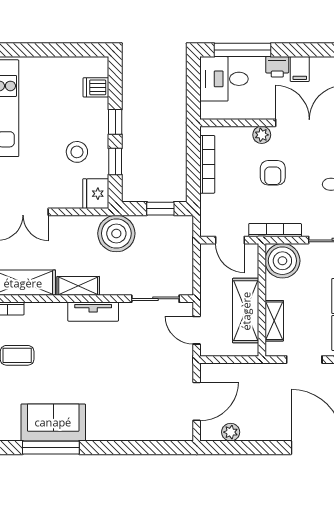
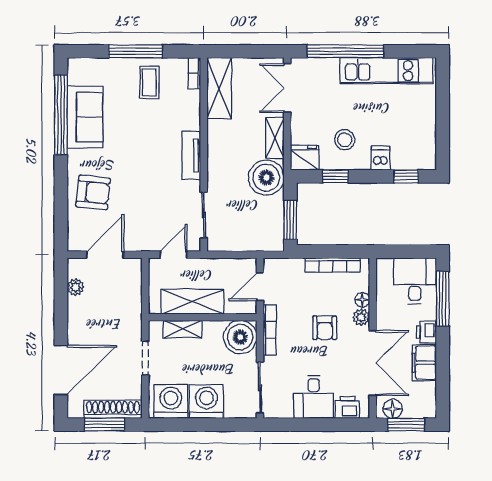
filing cabinet: (300, 69) -> (424, 363), width x2.00
dishwasher: (96, 87) -> (381, 158), moved
window: (115, 122) -> (406, 176), moved
floor lamp: (244, 134) -> (362, 300), added
armchair: (273, 173) -> (325, 328), turned -90
window: (160, 209) -> (290, 220), width x1.50
shelving: (78, 286) -> (275, 138), moved
door: (197, 401) -> (105, 255), swing flipped
armchair: (132, 414) -> (93, 192), added
window: (51, 448) -> (61, 115), width x1.46

